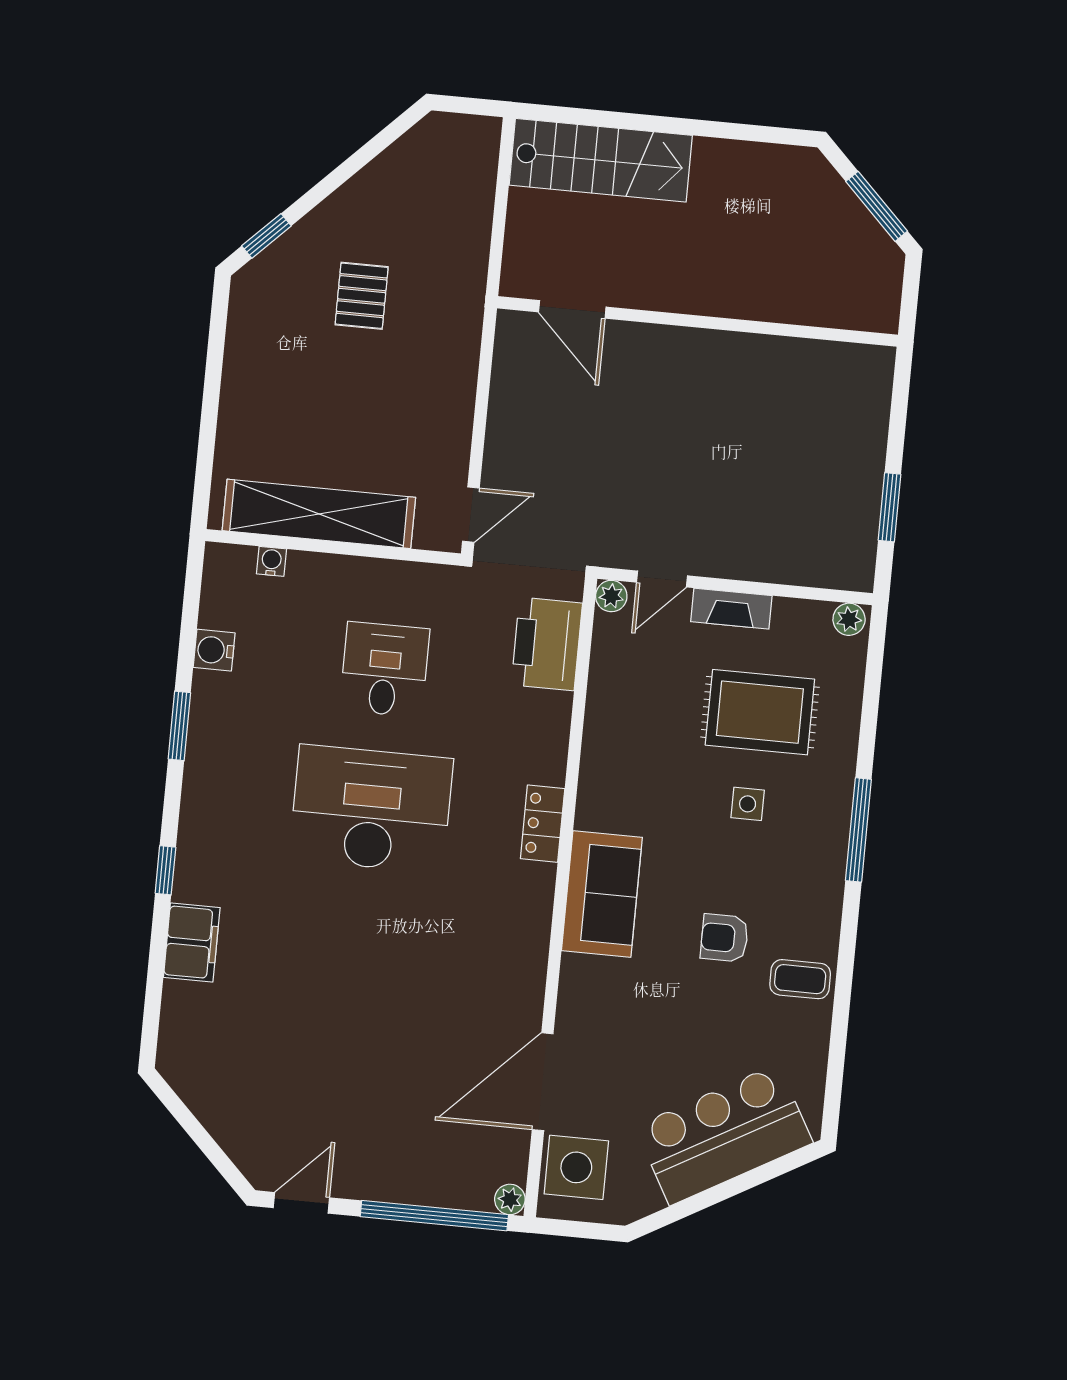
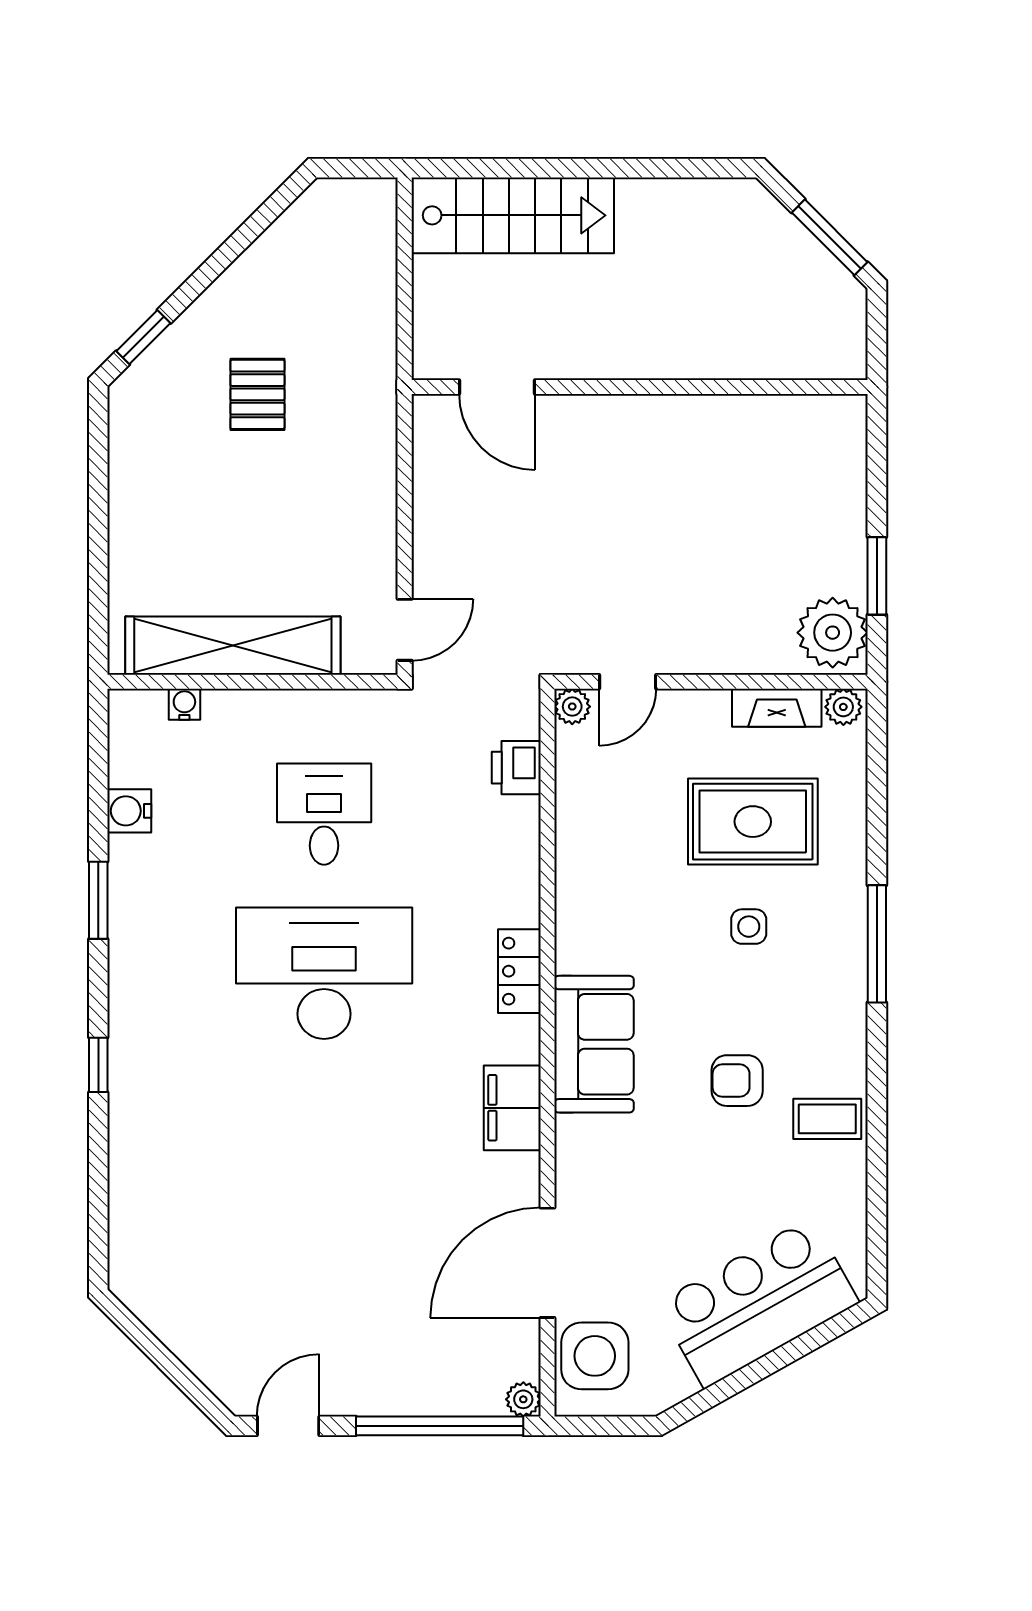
plant: (846, 553) -> (833, 633), added
fireplace: (731, 609) -> (777, 708), moved
printer: (547, 644) -> (516, 768), width x0.53, depth x0.68
filing cabinet: (192, 942) -> (512, 1108), moved, turned 180

